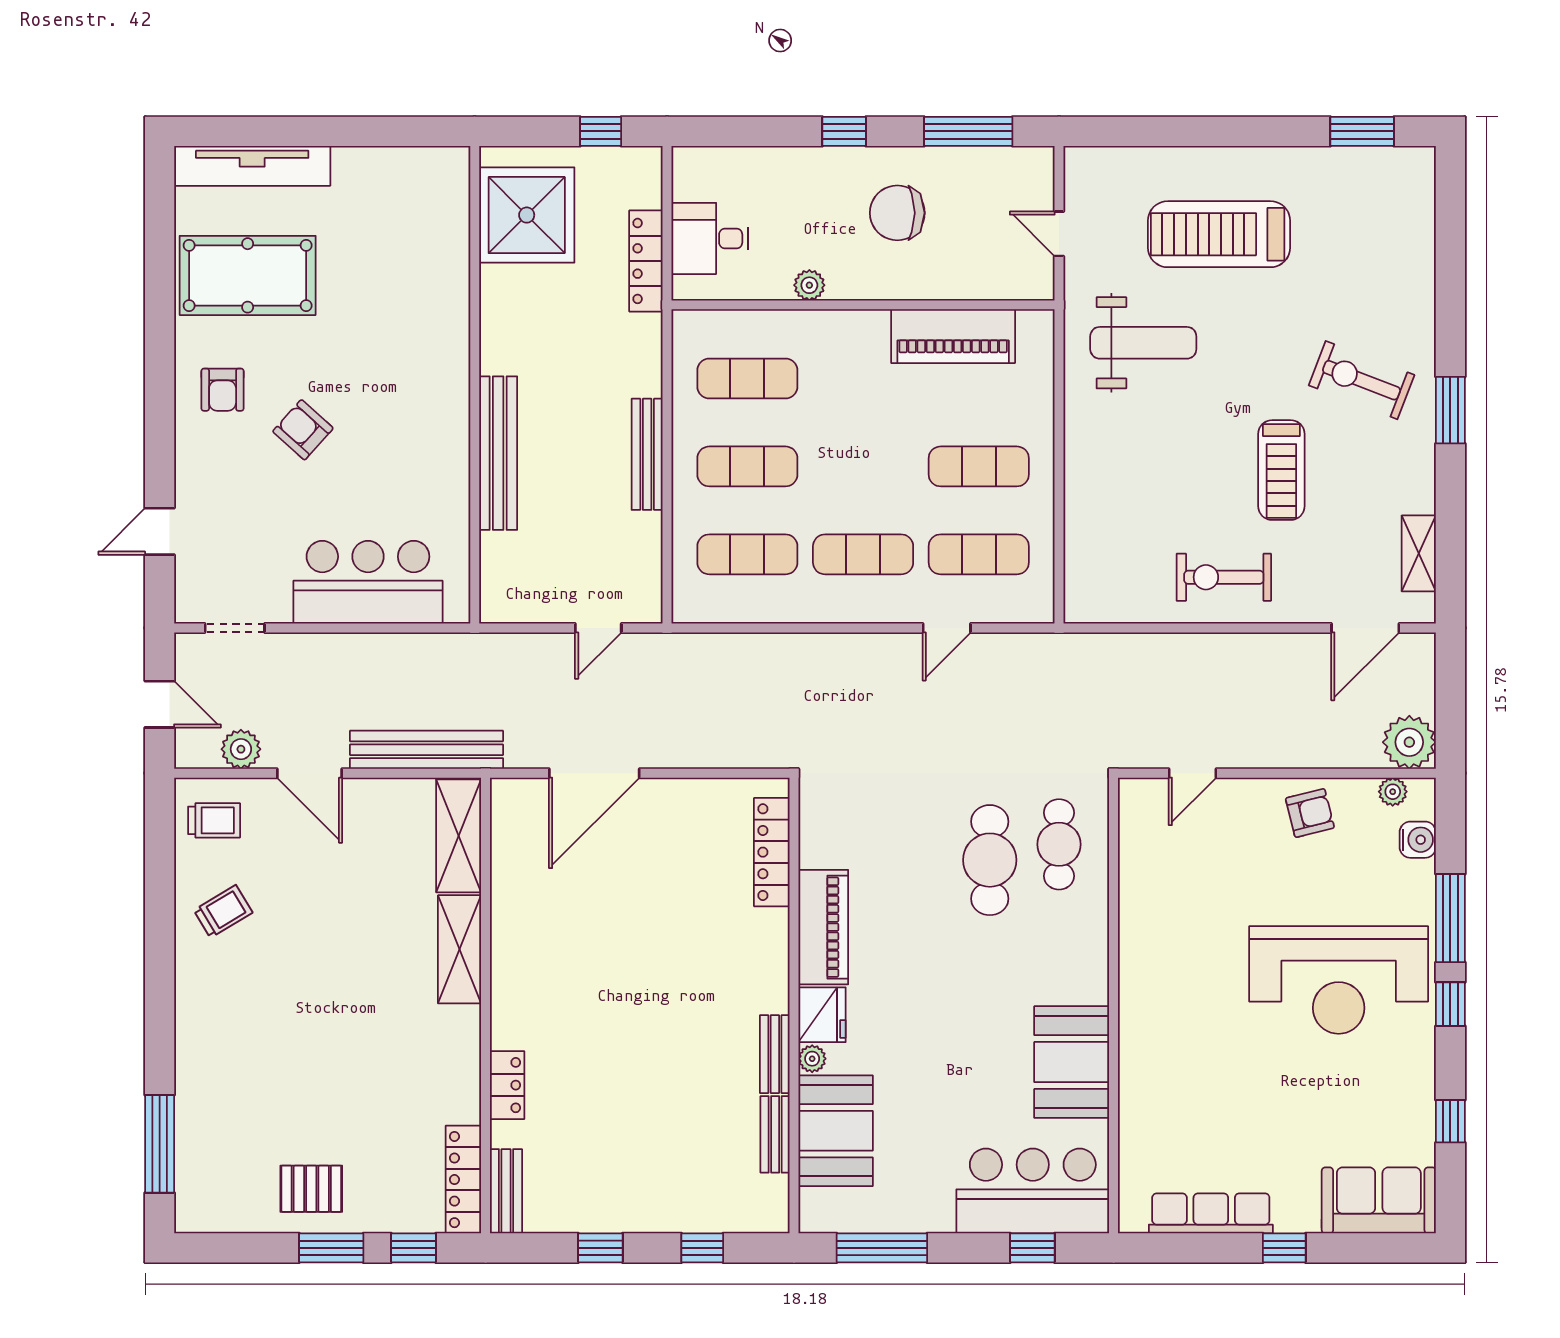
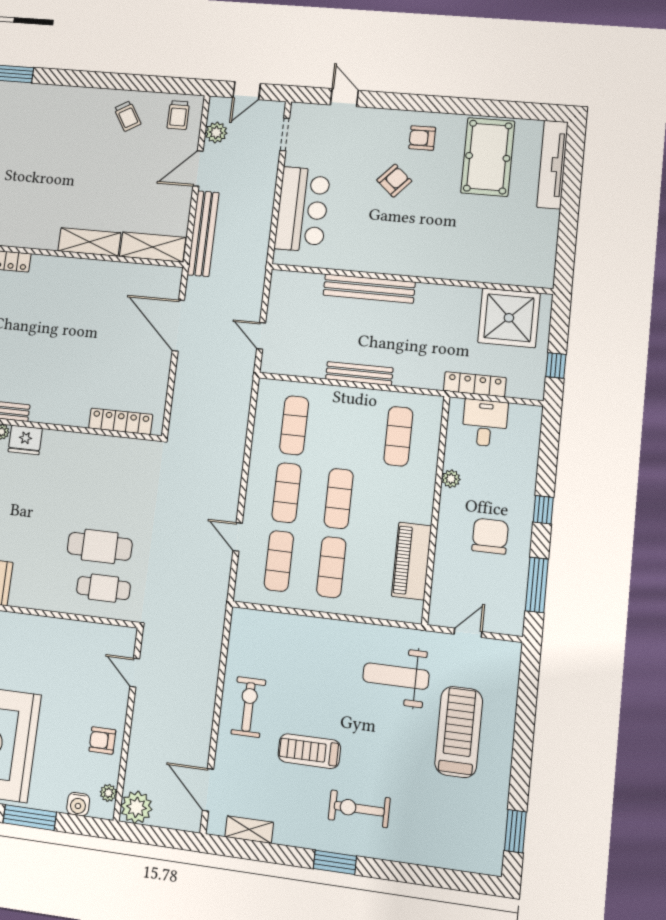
weight bench: (1143, 343) -> (396, 676), turned 90
exercise bike: (1362, 380) -> (359, 809), turned -111
exercise mat: (747, 466) -> (339, 499), moved
armchair: (1310, 813) -> (102, 740), turned 104
piano: (823, 927) -> (74, 446), removed

